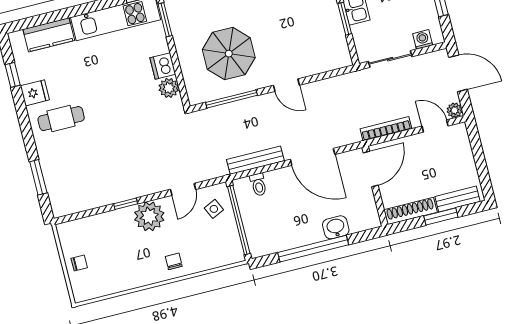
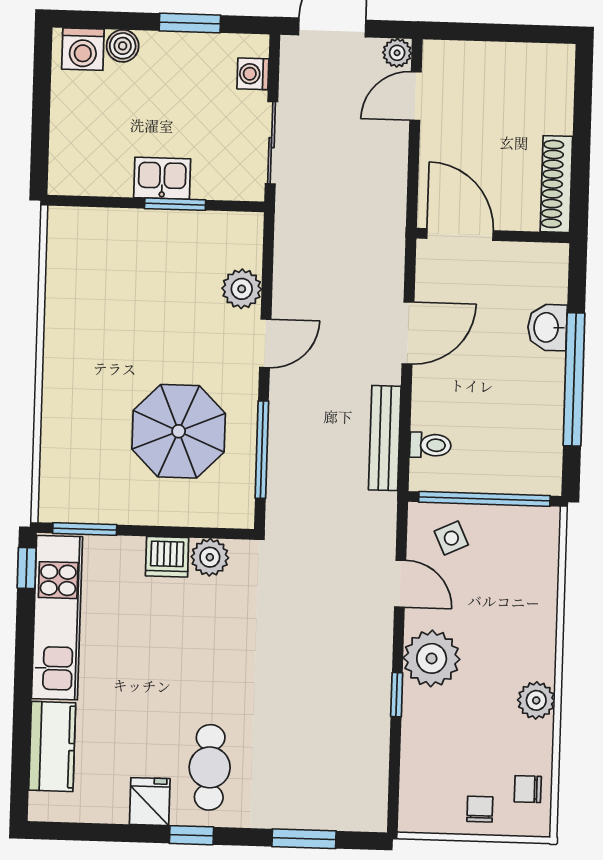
plant: (311, 65) -> (242, 289), added
window: (13, 75) -> (191, 835), moved
bookcase: (386, 129) -> (395, 186), removed
door: (313, 157) -> (408, 333), width x0.73
bench: (457, 199) -> (559, 93), removed
window: (441, 216) -> (582, 132), removed
chair: (174, 261) -> (528, 789), moved
plant: (143, 276) -> (536, 700), added

